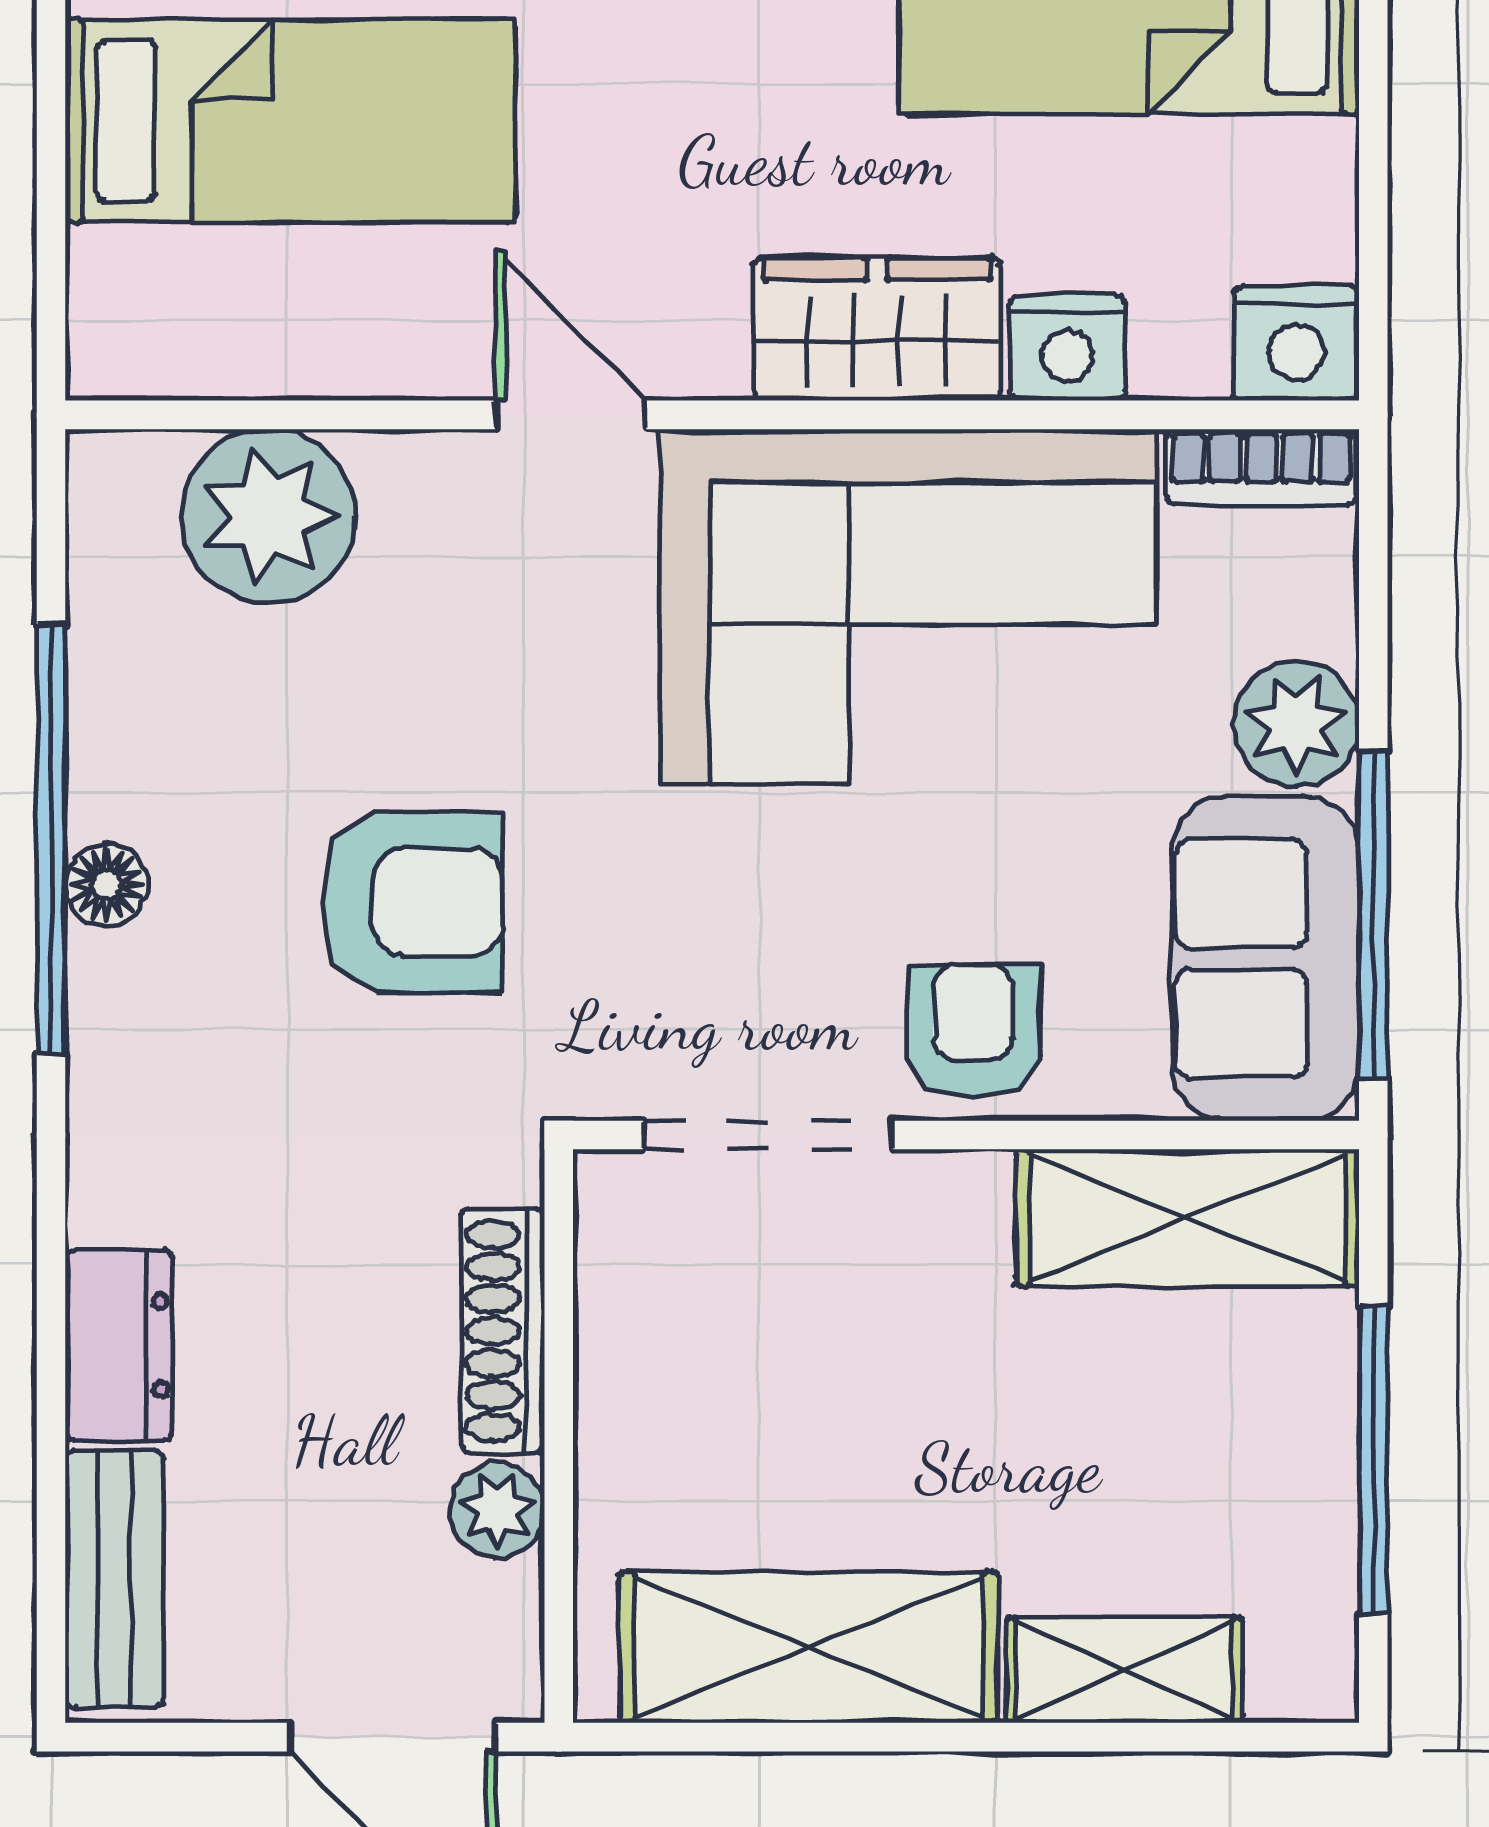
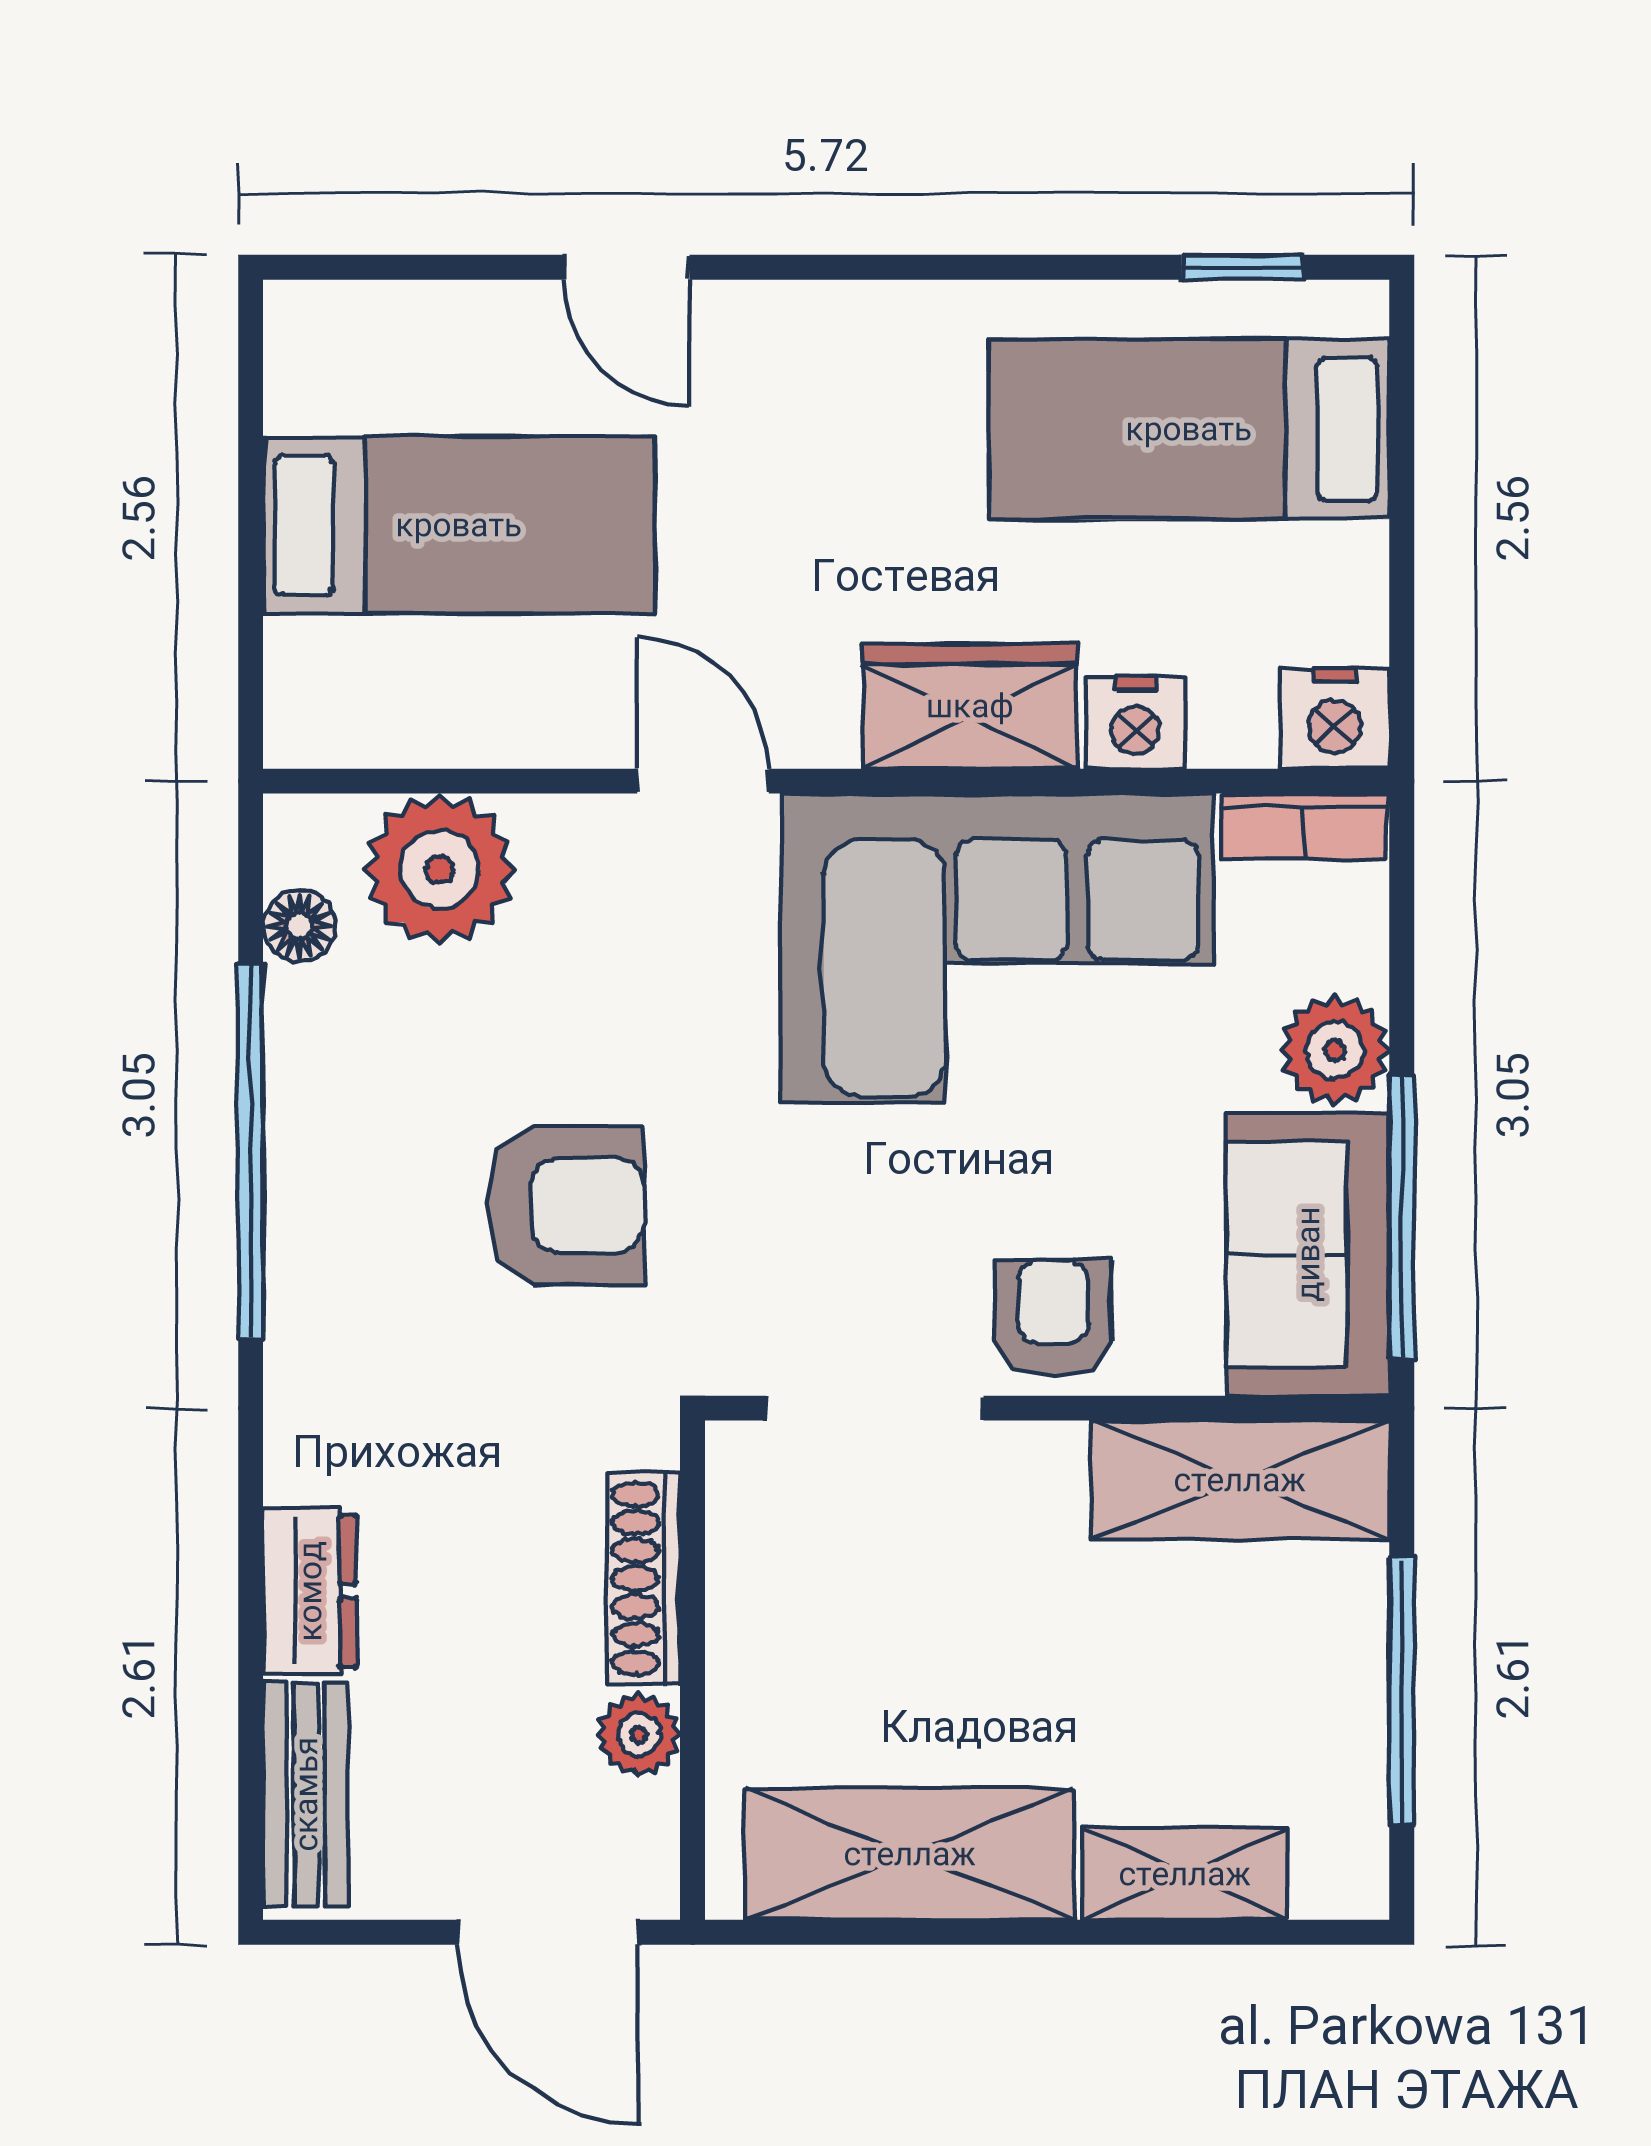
floor lamp: (107, 885) -> (299, 926), moved

